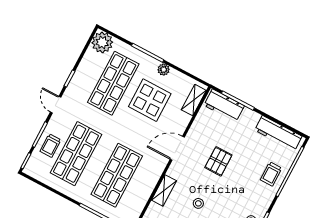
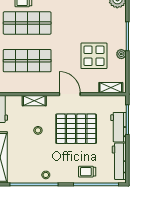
shop shelf: (113, 83) -> (92, 23), removed
workbench: (224, 106) -> (119, 127), moved
pallet: (218, 161) -> (76, 129), width x2.05, depth x2.00

